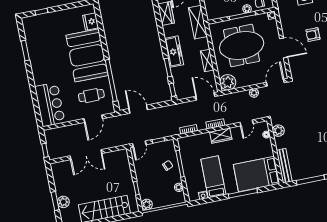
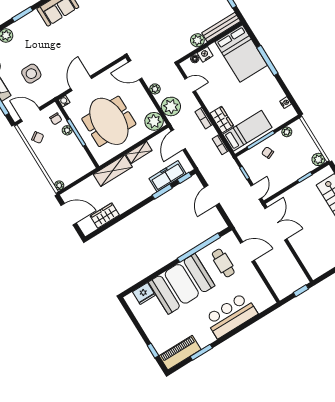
shelving: (198, 22) -> (113, 171), moved
piano: (31, 33) -> (180, 353), added
armchair: (313, 35) -> (68, 49), removed
door: (284, 48) -> (81, 83), moved
freezer: (174, 52) -> (168, 176), moved
plant: (235, 101) -> (171, 106), added
bar counter: (50, 104) -> (231, 315), moved
door: (138, 109) -> (212, 195), moved
plant: (278, 131) -> (197, 40), moved
wardrobe: (221, 136) -> (222, 120), moved
door: (139, 144) -> (256, 192), hinge flipped
nightstand: (267, 144) -> (205, 54), added
double door: (86, 155) -> (276, 224), moved
bed: (213, 177) -> (247, 131), moved, turned 180

